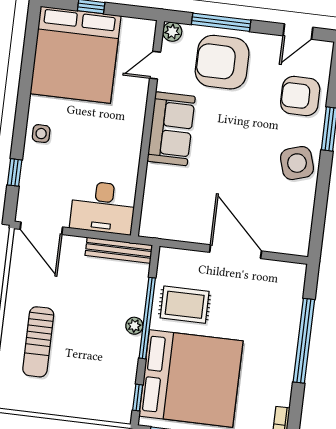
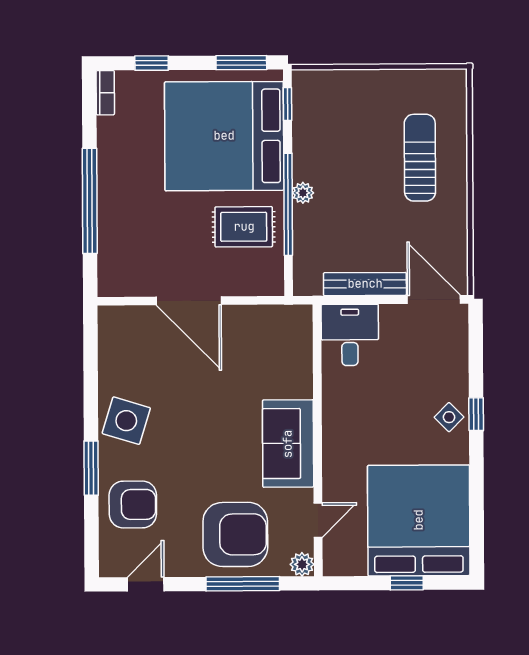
side table: (41, 134) -> (449, 417), turned 45
side table: (297, 163) -> (126, 421), turned 34
window: (15, 172) -> (476, 414), moved
desk: (103, 207) -> (350, 335), width x0.73
bench: (119, 250) -> (365, 284), moved

